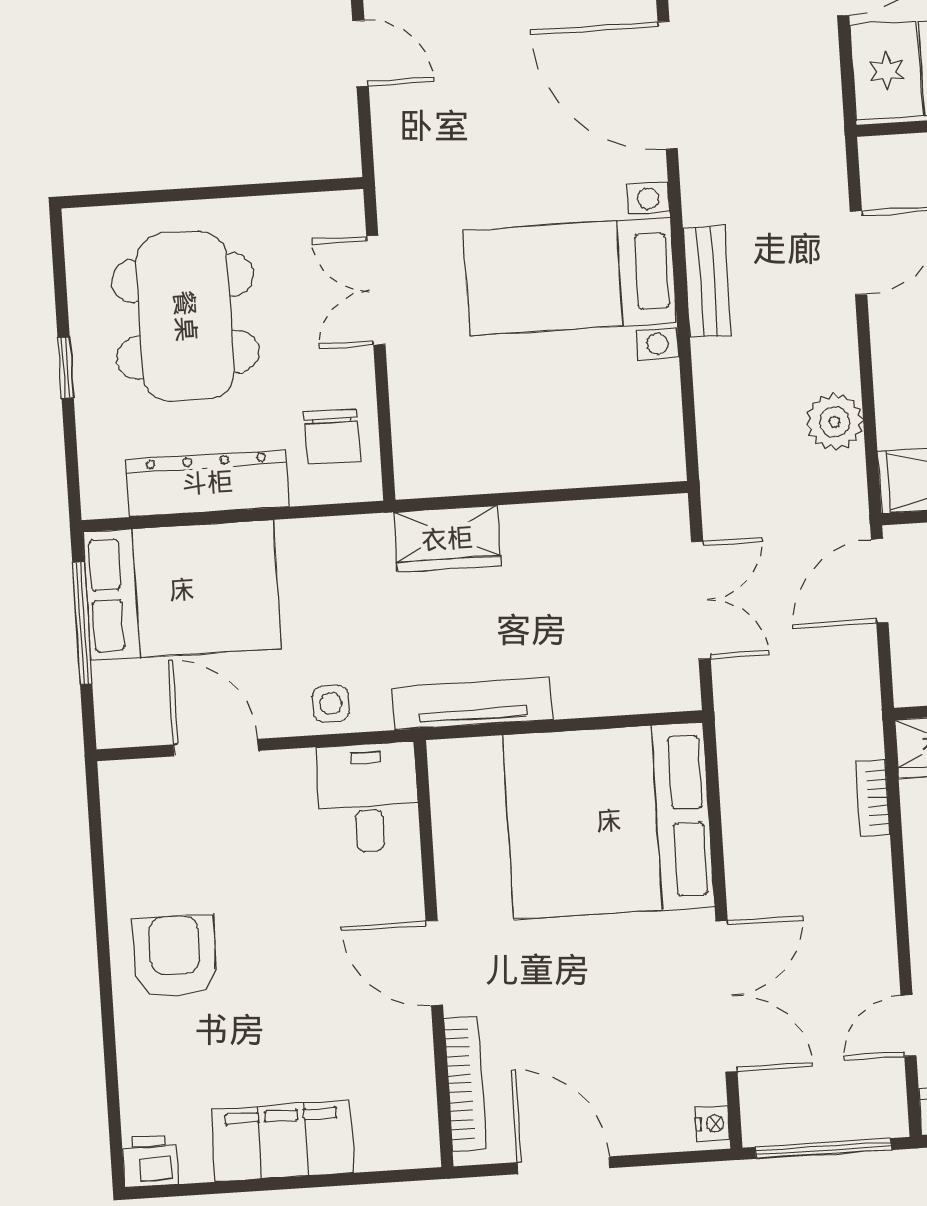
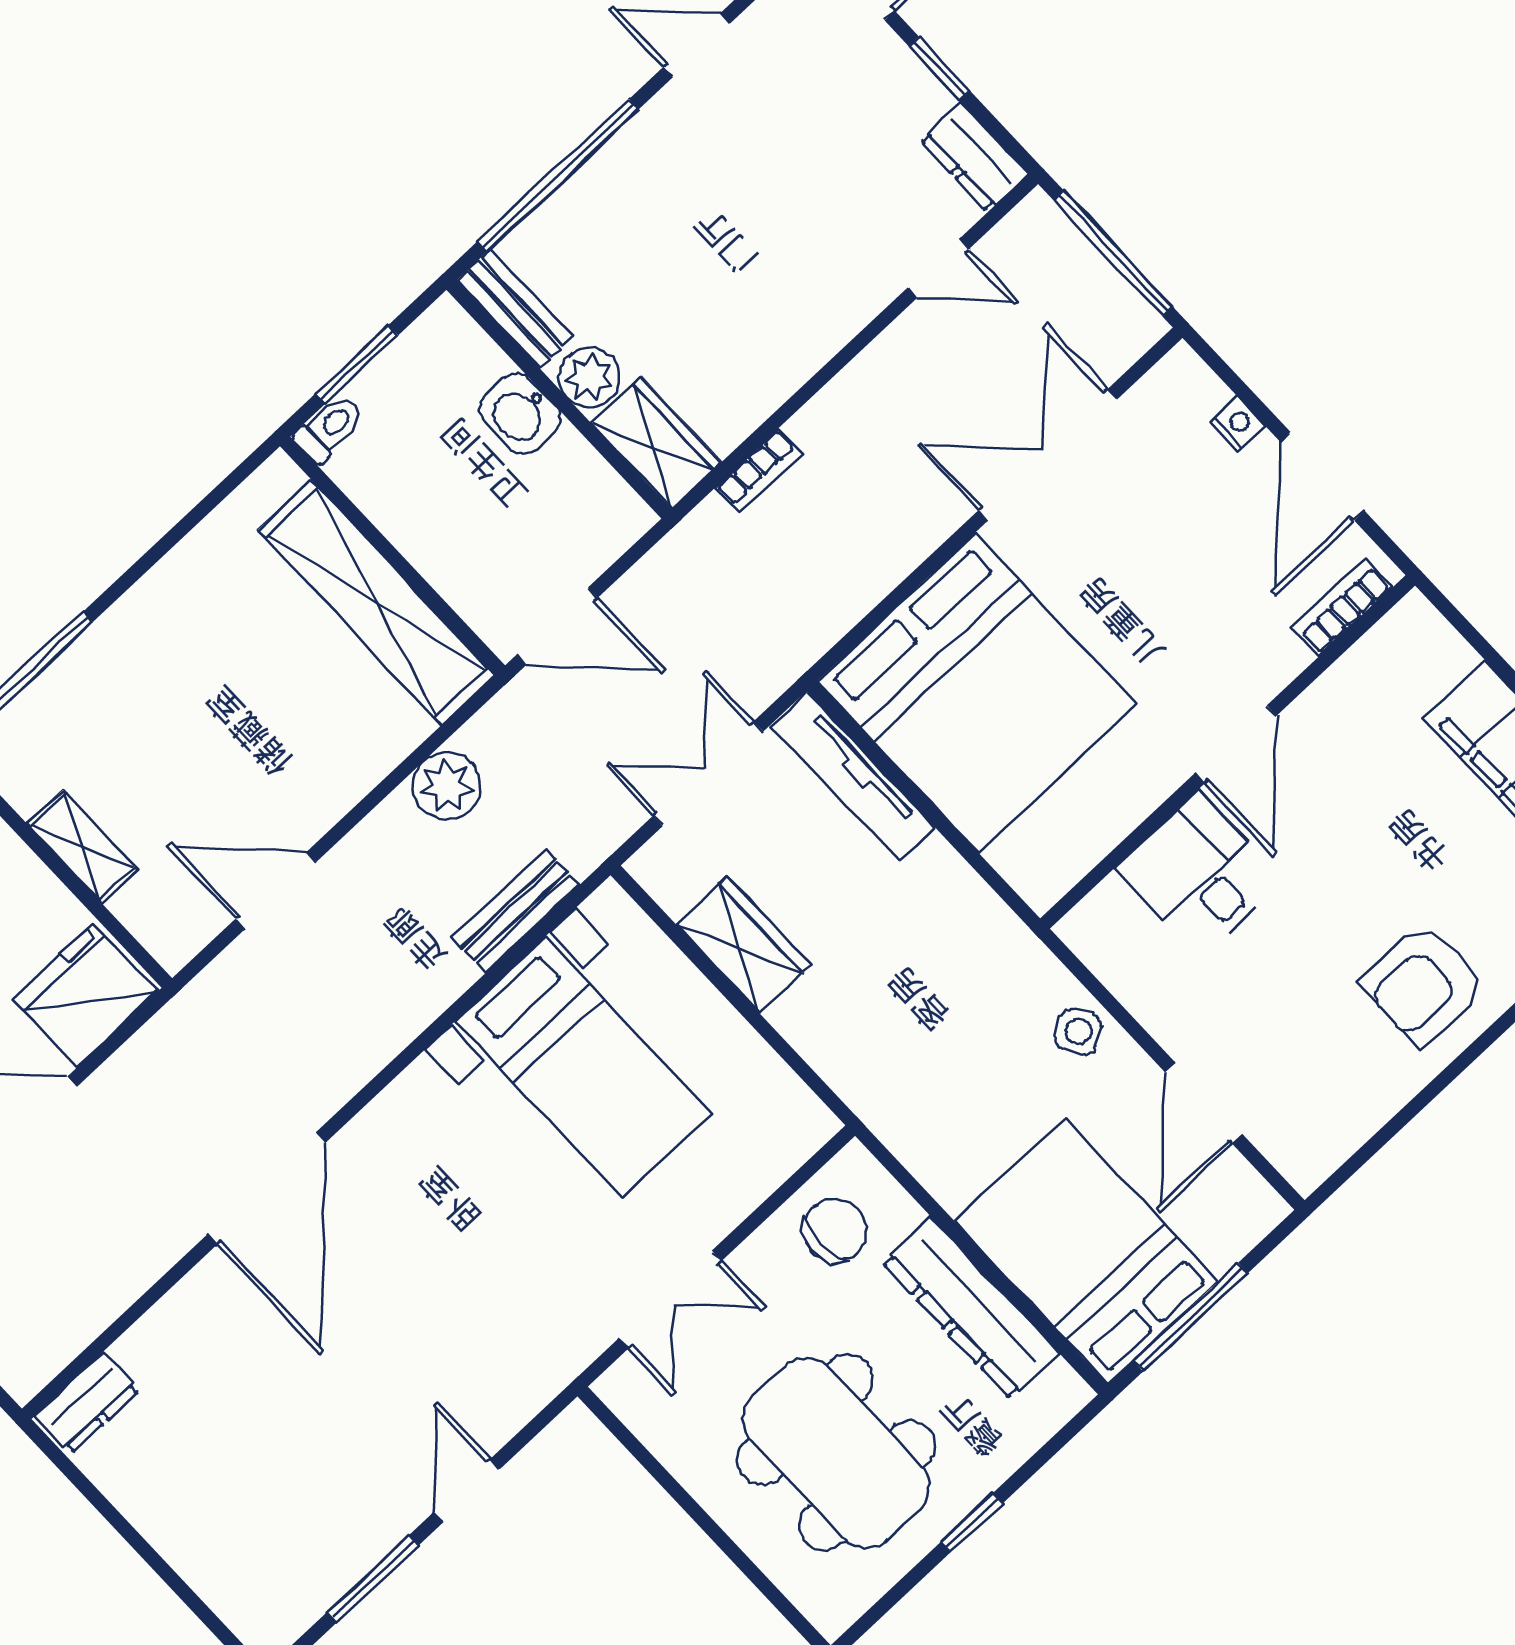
bed with nightstands: (570, 277) -> (584, 1067), moved
bench: (707, 281) -> (516, 911), moved
dining table: (185, 316) -> (836, 1453), turned 90
wardrobe: (447, 539) -> (743, 945), moved
tv unit: (472, 703) -> (853, 777), moved
side table: (331, 704) -> (1078, 1032), turned -31
desk: (368, 797) -> (1199, 874), moved, turned 90
bookcase: (465, 1083) -> (1342, 607), width x0.64
nightstand: (712, 1124) -> (1237, 424), moved, turned 90

